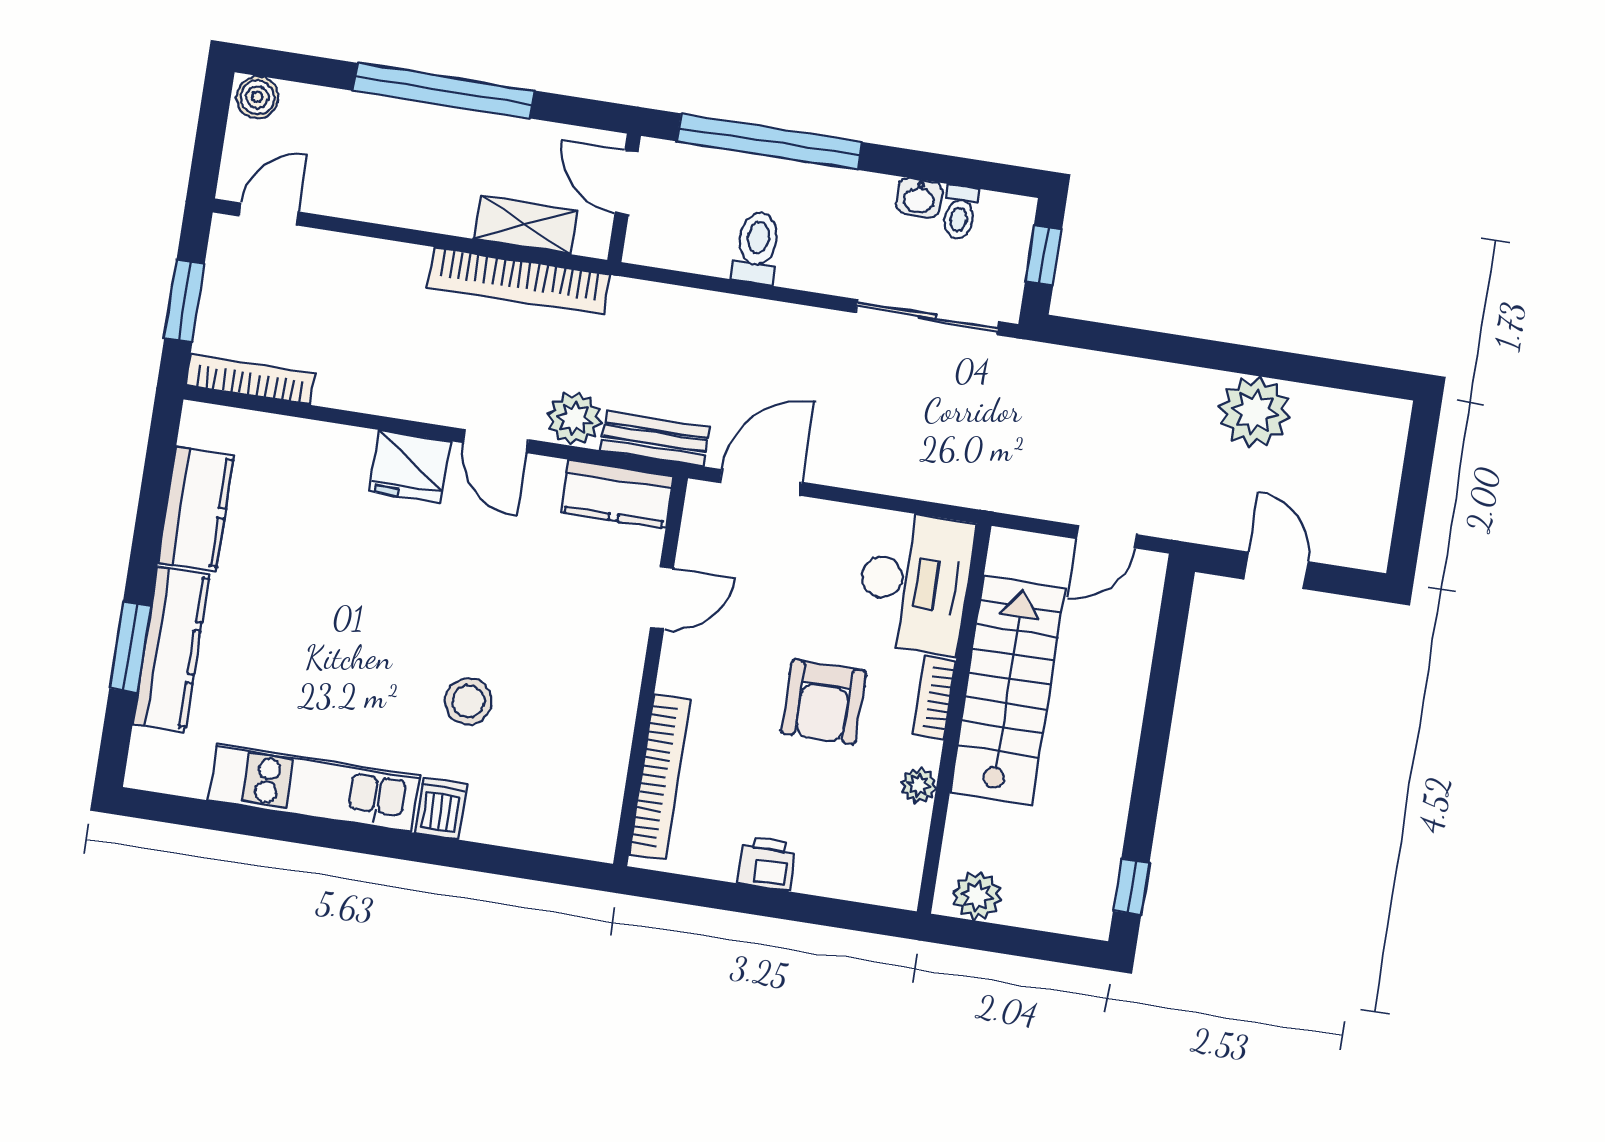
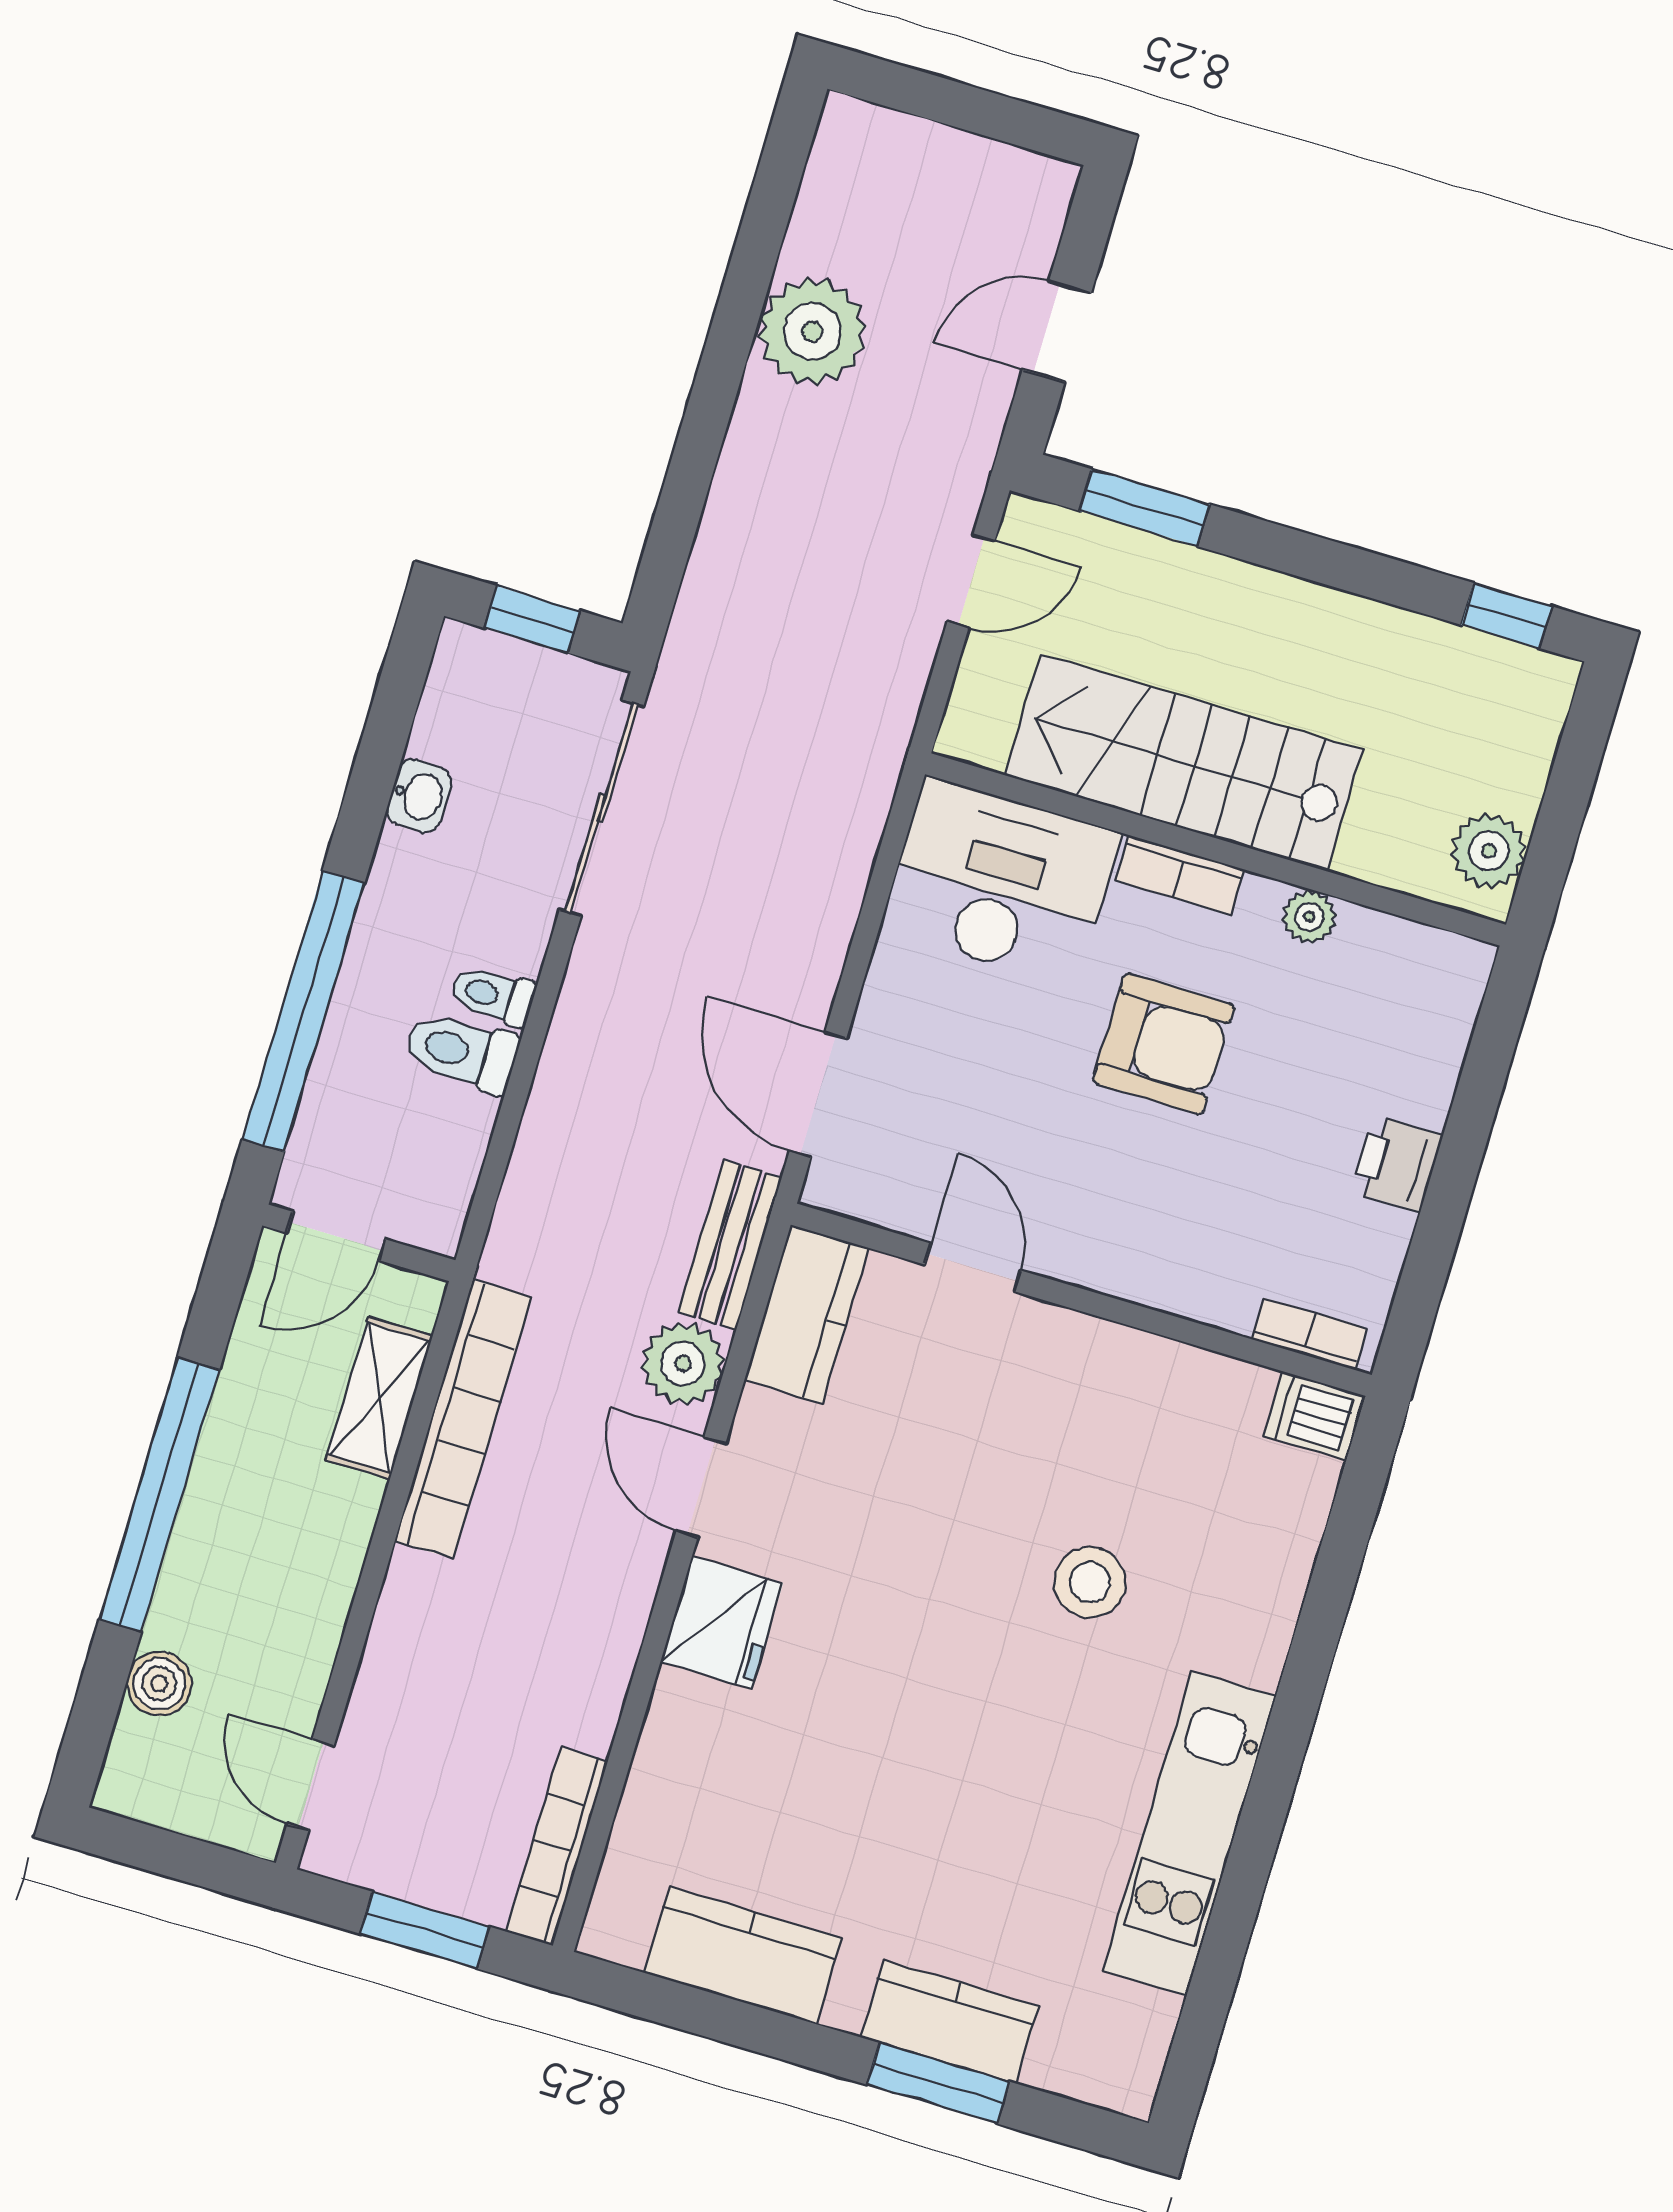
boiler: (257, 97) -> (159, 1684), moved
toilet: (960, 212) -> (493, 995), moved, turned 180
door: (496, 441) -> (701, 1487), swing flipped
door: (1107, 537) -> (971, 581), hinge flipped
window: (1169, 643) -> (1145, 508), added
kitchen counter: (171, 649) -> (950, 2022), width x0.67
bookcase: (660, 777) -> (1309, 1334), width x0.43, depth x0.76
dishwasher: (441, 808) -> (1314, 1416), moved

